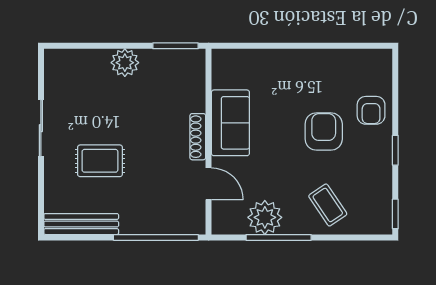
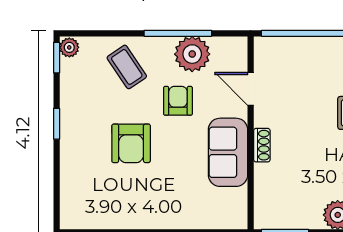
armchair: (371, 110) -> (178, 101), moved
shoe rack: (198, 137) -> (262, 145), width x0.70
plant: (383, 224) -> (69, 47), added

